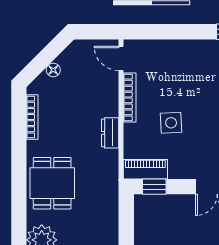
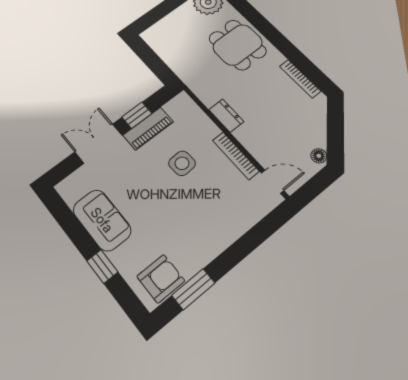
floor lamp: (53, 70) -> (319, 156), moved
piano: (145, 169) -> (148, 128), moved
window: (154, 187) -> (137, 115), moved

